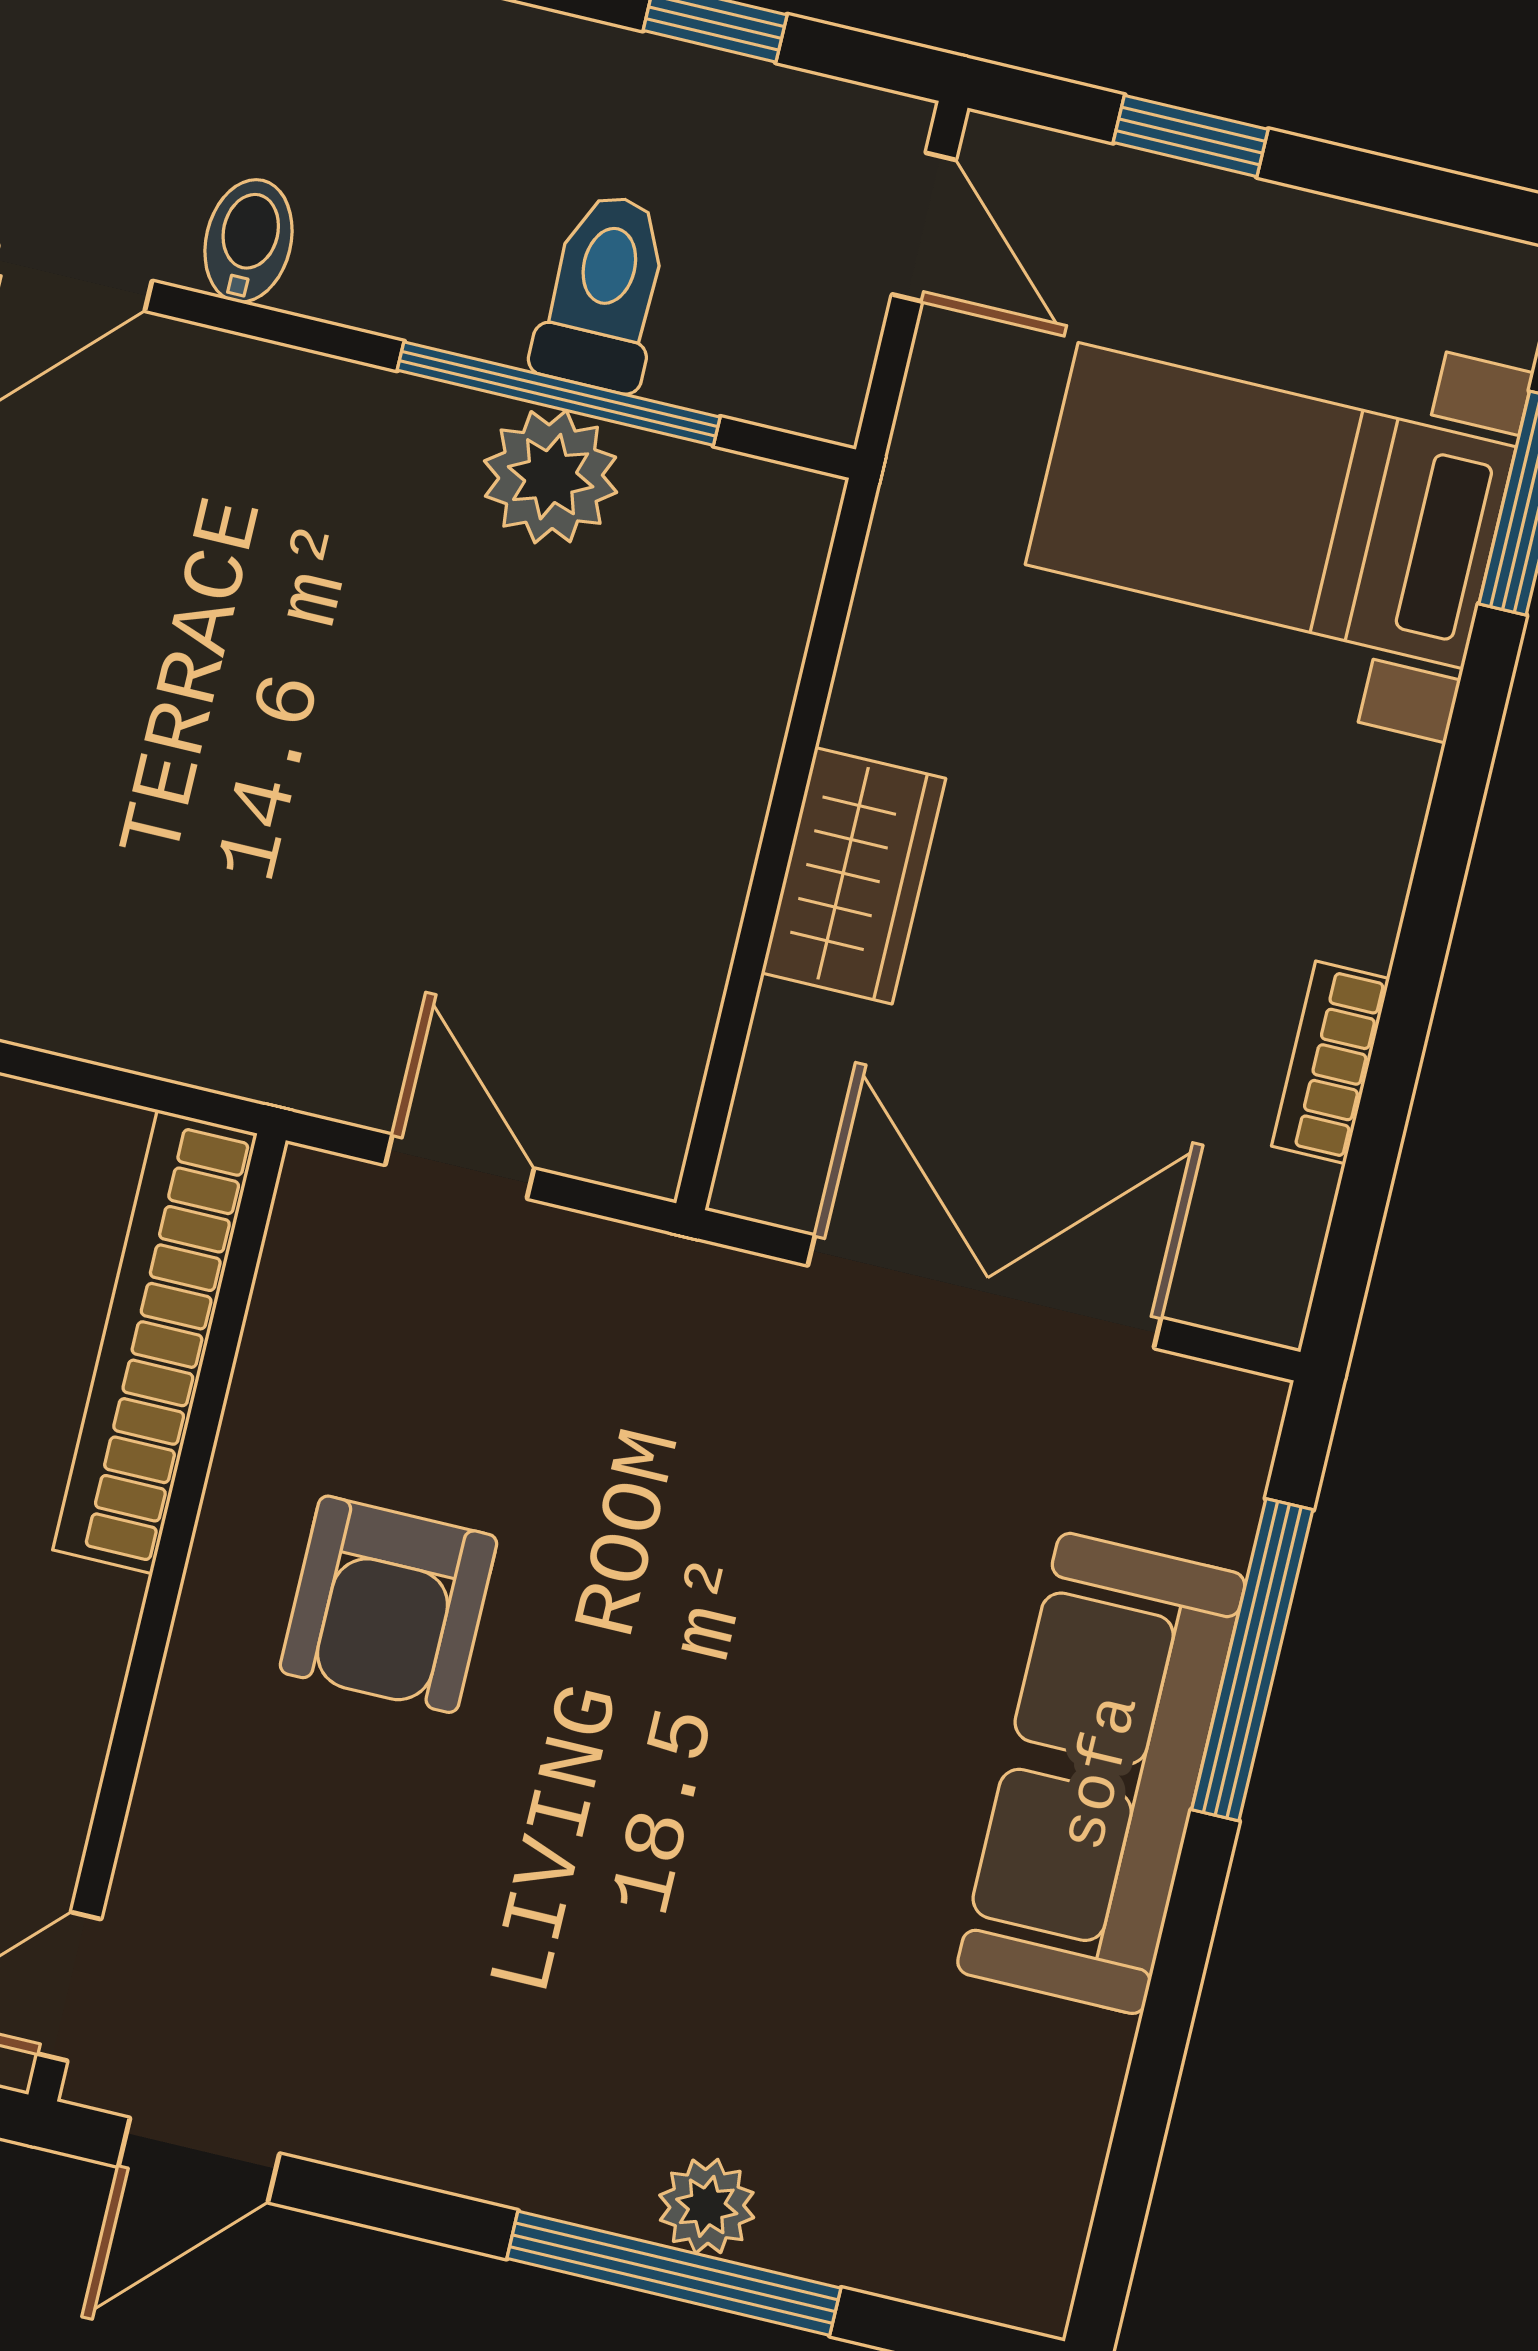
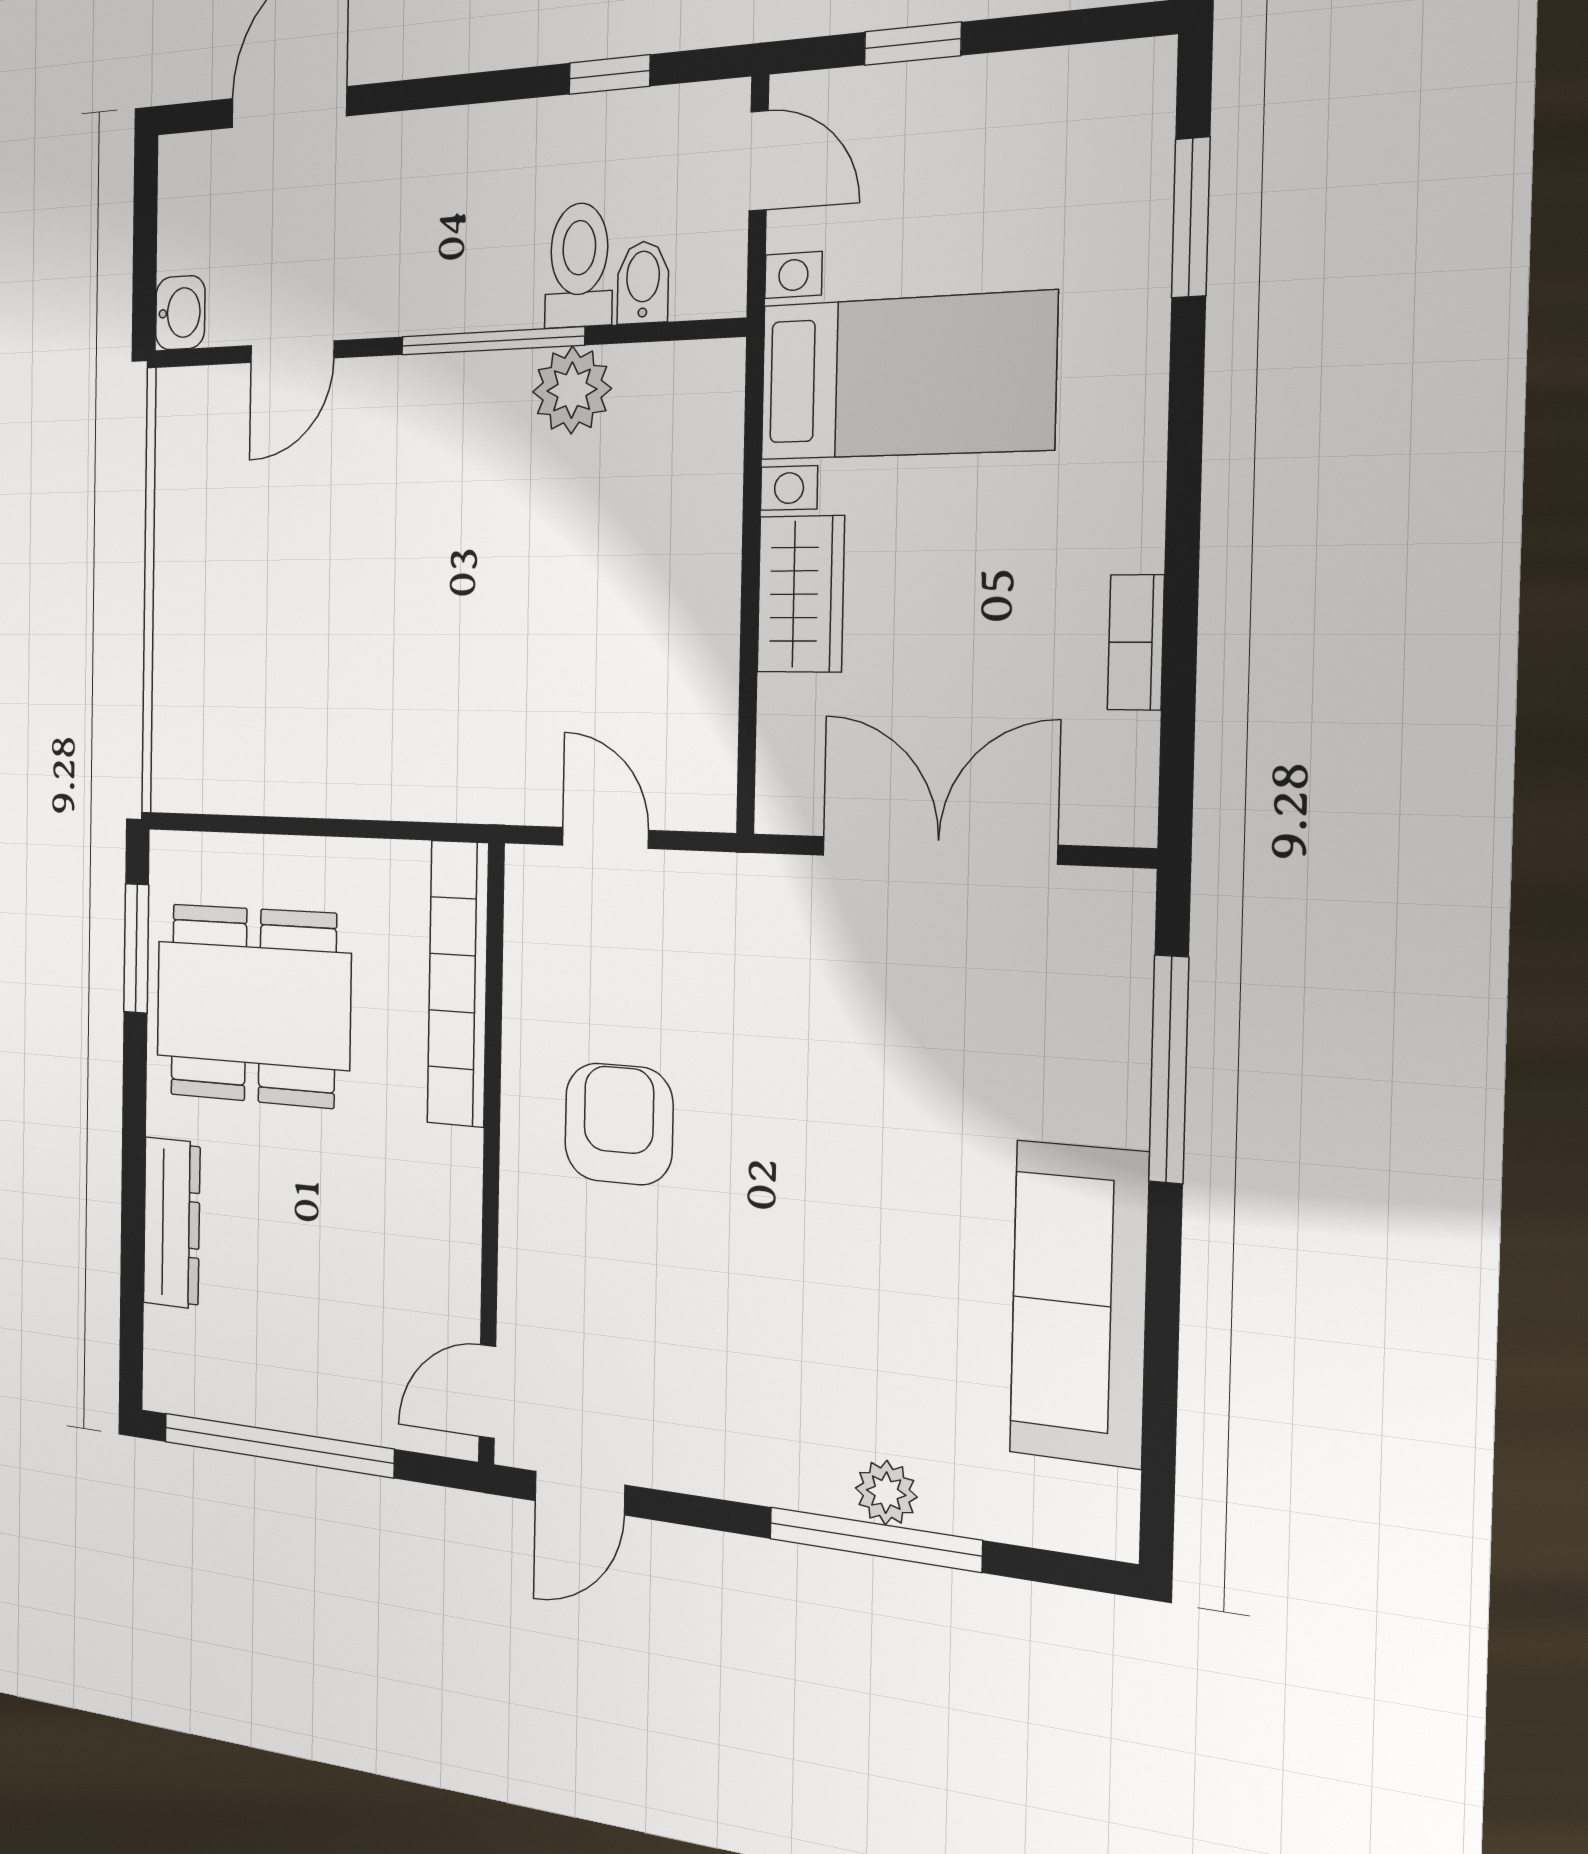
bidet: (248, 241) -> (643, 282), moved
window: (559, 394) -> (492, 341), moved
bed with nightstands: (1271, 506) -> (906, 377), moved, turned 180
armchair: (388, 1604) -> (619, 1124), turned 180
sofa: (1101, 1773) -> (1079, 1304), moved

